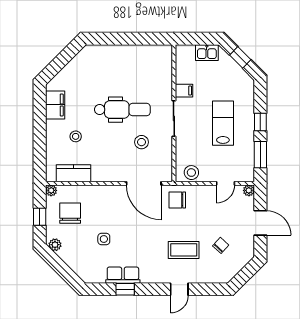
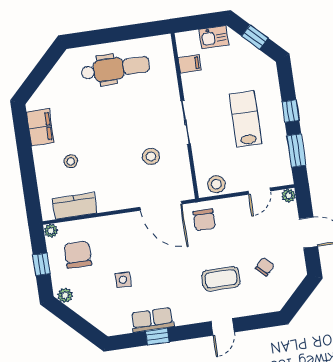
filing cabinet: (184, 91) -> (190, 64), moved
dental chair: (122, 110) -> (115, 69), moved
chair: (177, 200) -> (204, 220), turned -90

